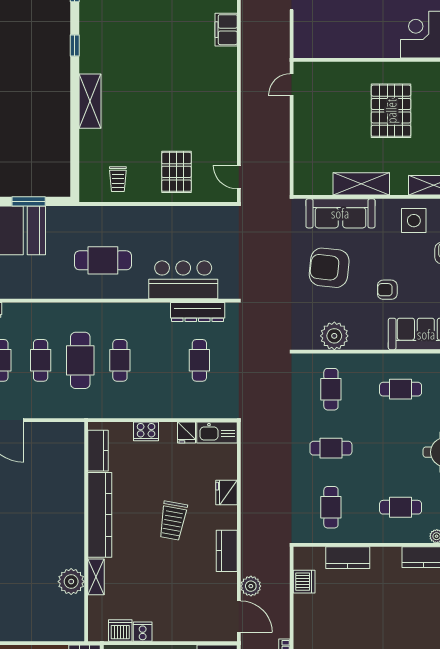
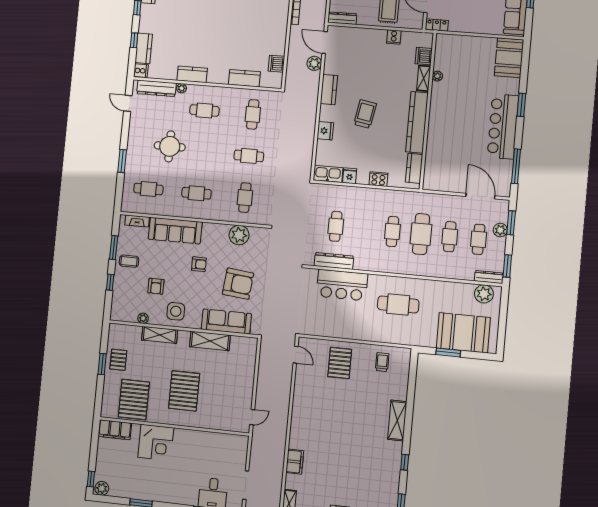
plant: (71, 582) -> (437, 76), width x0.53, depth x0.53
dishwasher: (120, 631) -> (424, 56), moved, turned 90

